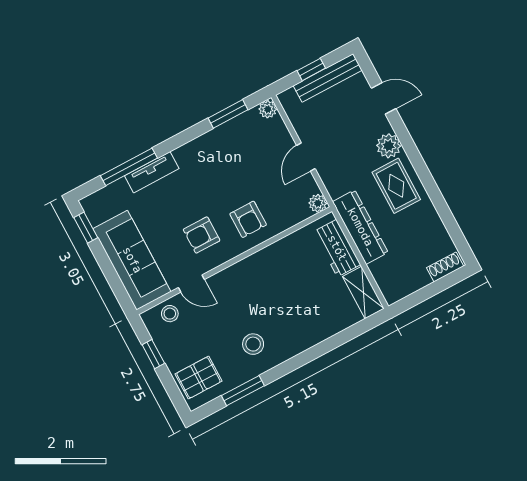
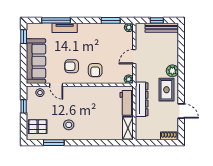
door: (384, 98) -> (181, 111), moved

